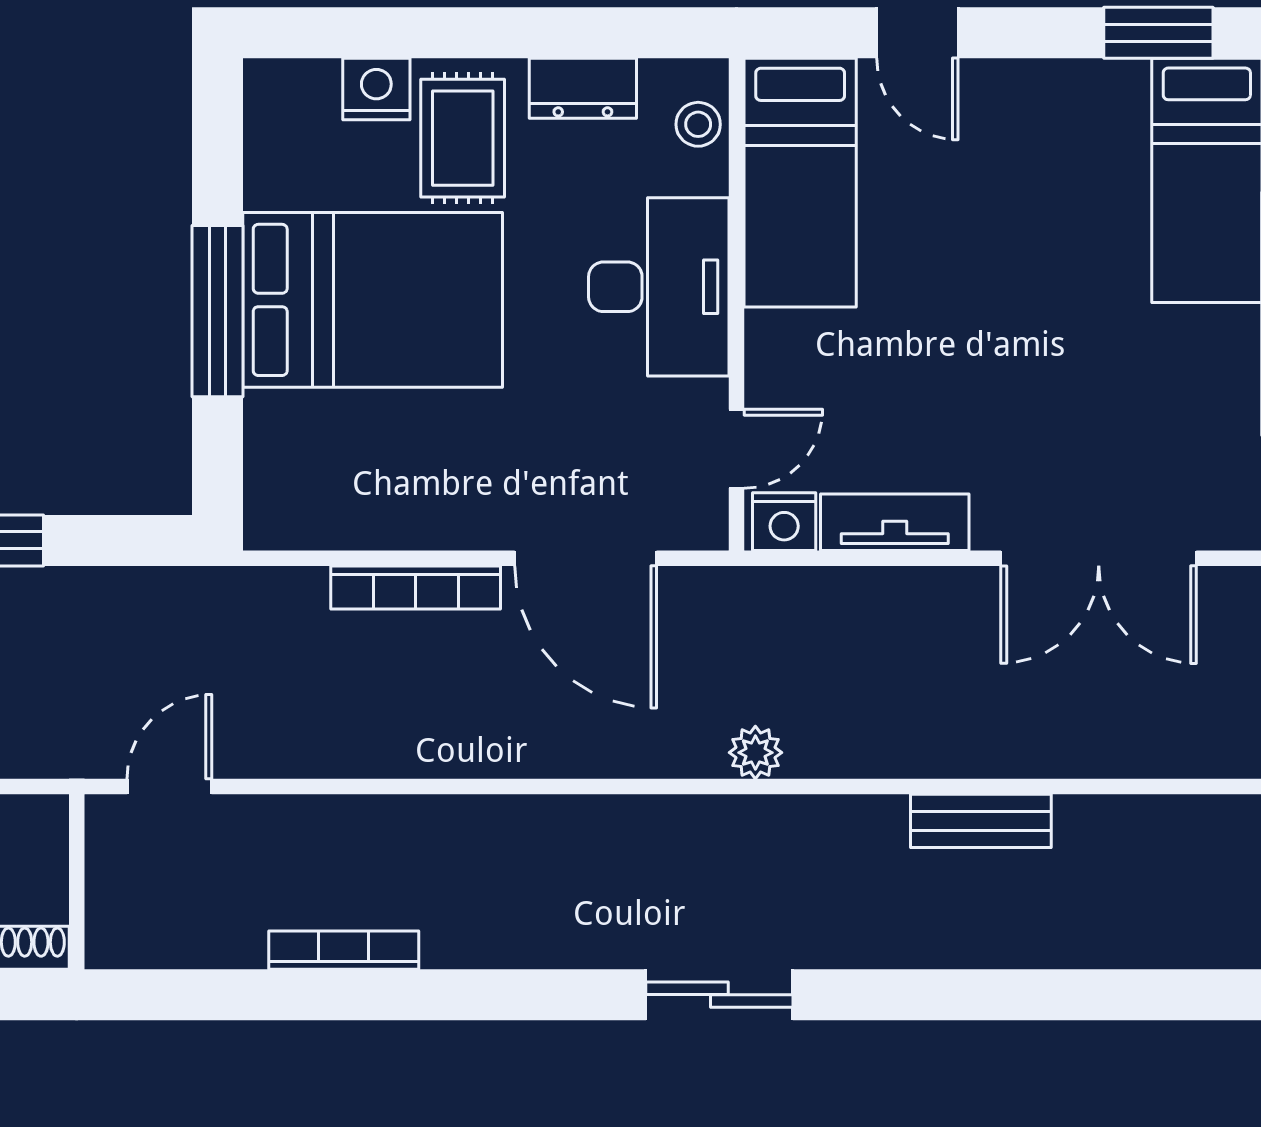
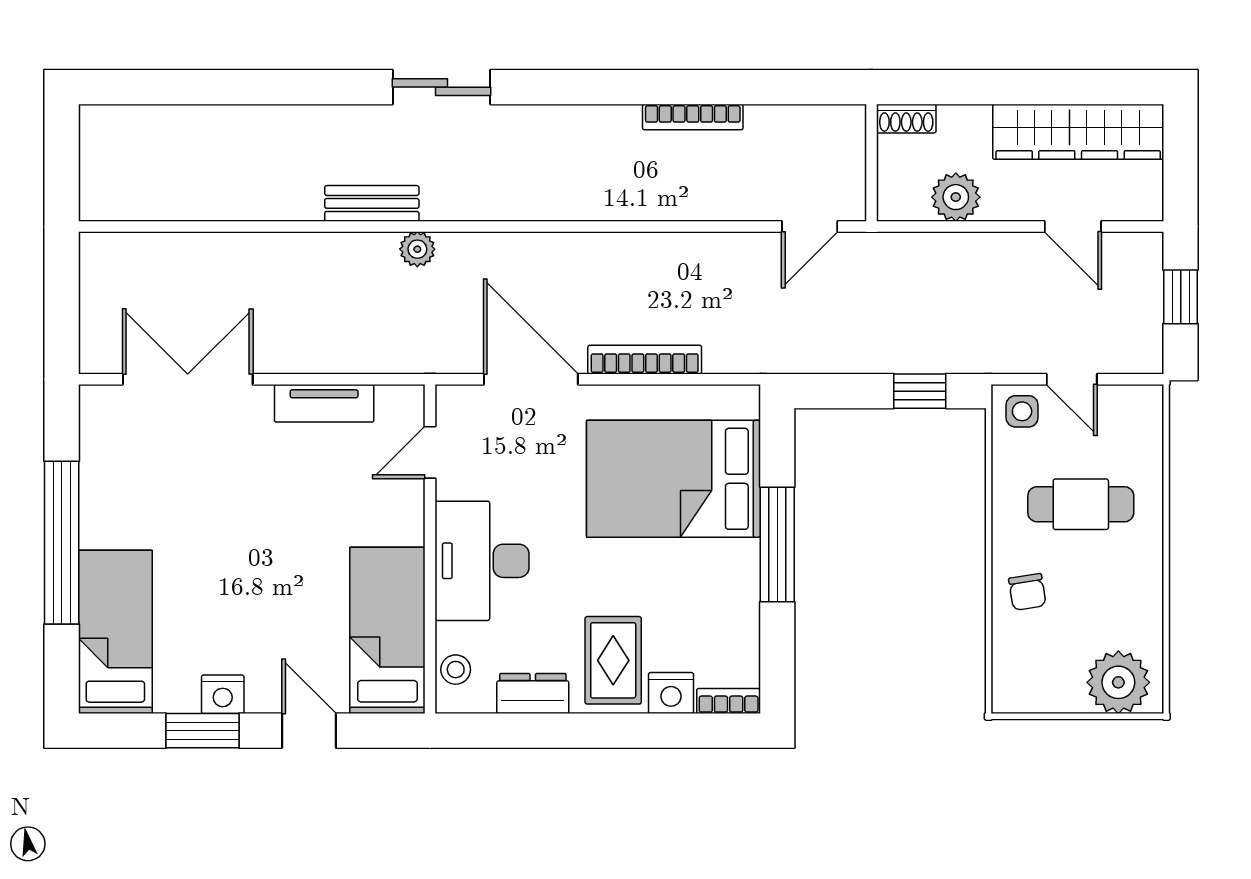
window: (1158, 33) -> (203, 731), moved
bookcase: (290, 77) -> (729, 701), added
bed: (373, 300) -> (673, 479), moved
nightstand: (784, 522) -> (223, 694), moved, turned 180
bench: (981, 821) -> (372, 203), moved

